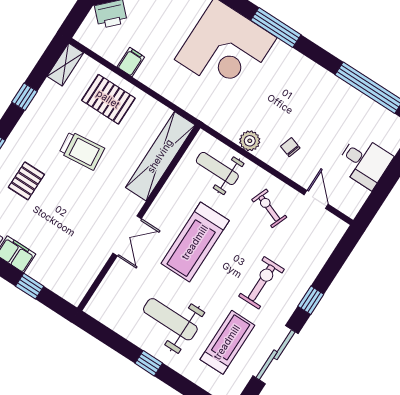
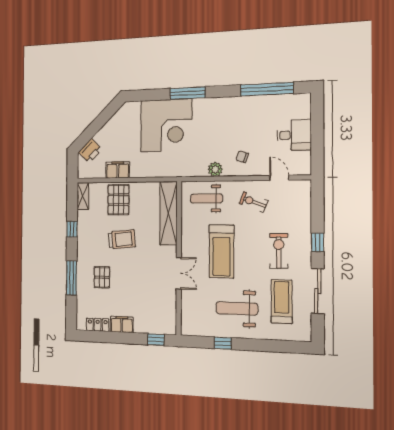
filing cabinet: (131, 62) -> (118, 170), width x2.00
pallet: (108, 99) -> (118, 200), turned 90
window: (30, 286) -> (156, 340), moved
window: (149, 363) -> (223, 343), moved

